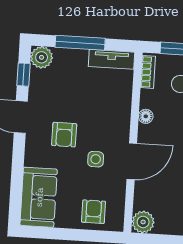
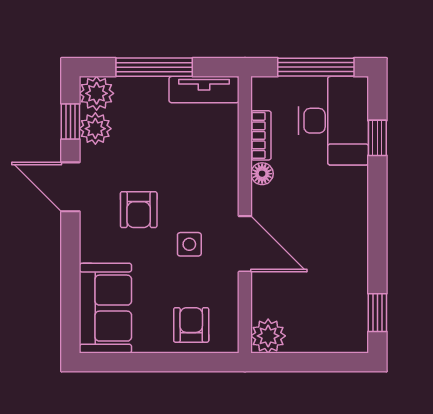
bookcase: (148, 72) -> (261, 135), moved
plant: (39, 80) -> (95, 129), added
door: (132, 161) -> (245, 244), hinge flipped

